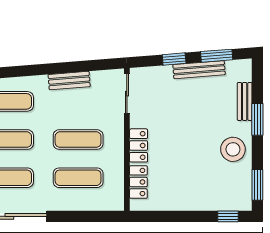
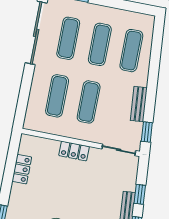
window: (100, 65) -> (147, 132), added
locker: (138, 182) -> (22, 169), moved, turned -90

